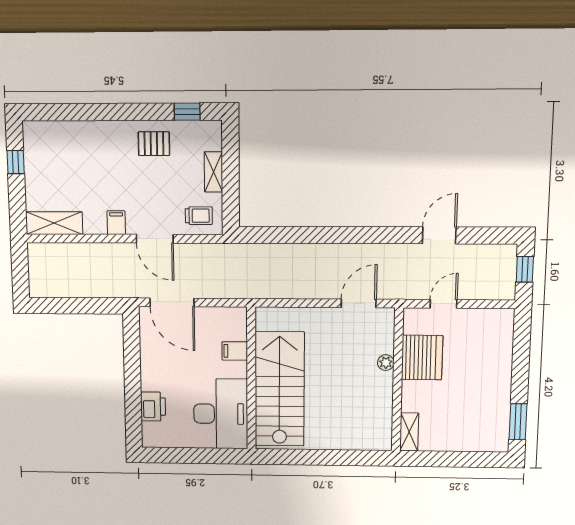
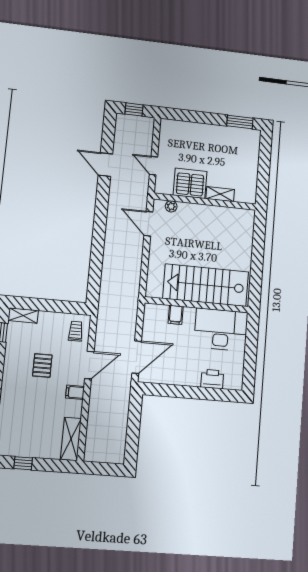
pallet: (154, 144) -> (42, 366), moved
shelving: (213, 172) -> (23, 316), moved
plant: (386, 363) -> (171, 206), moved
shelving: (409, 432) -> (220, 194), moved

